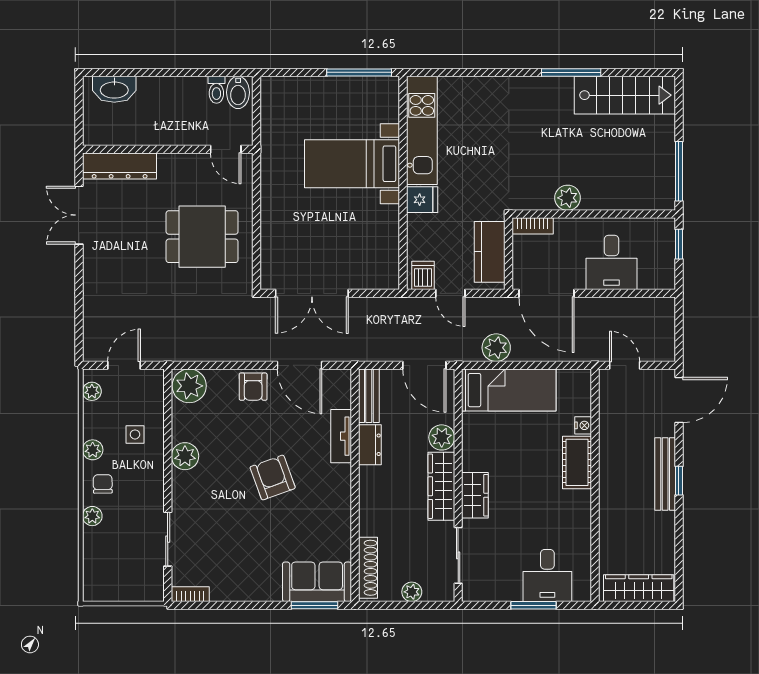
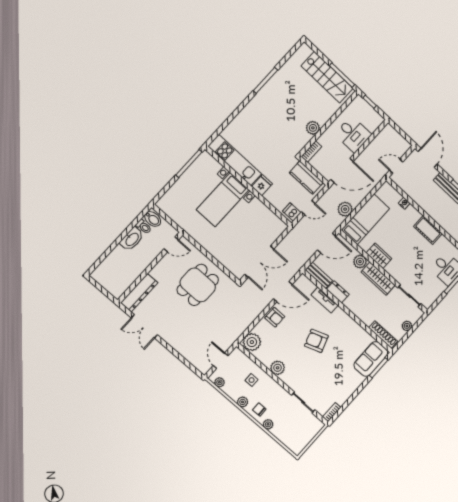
washbasin: (114, 89) -> (132, 239), moved
stairs: (625, 95) -> (327, 77), moved, turned 90
cot: (577, 462) -> (428, 230), moved
wardrobe: (475, 495) -> (379, 256), moved

